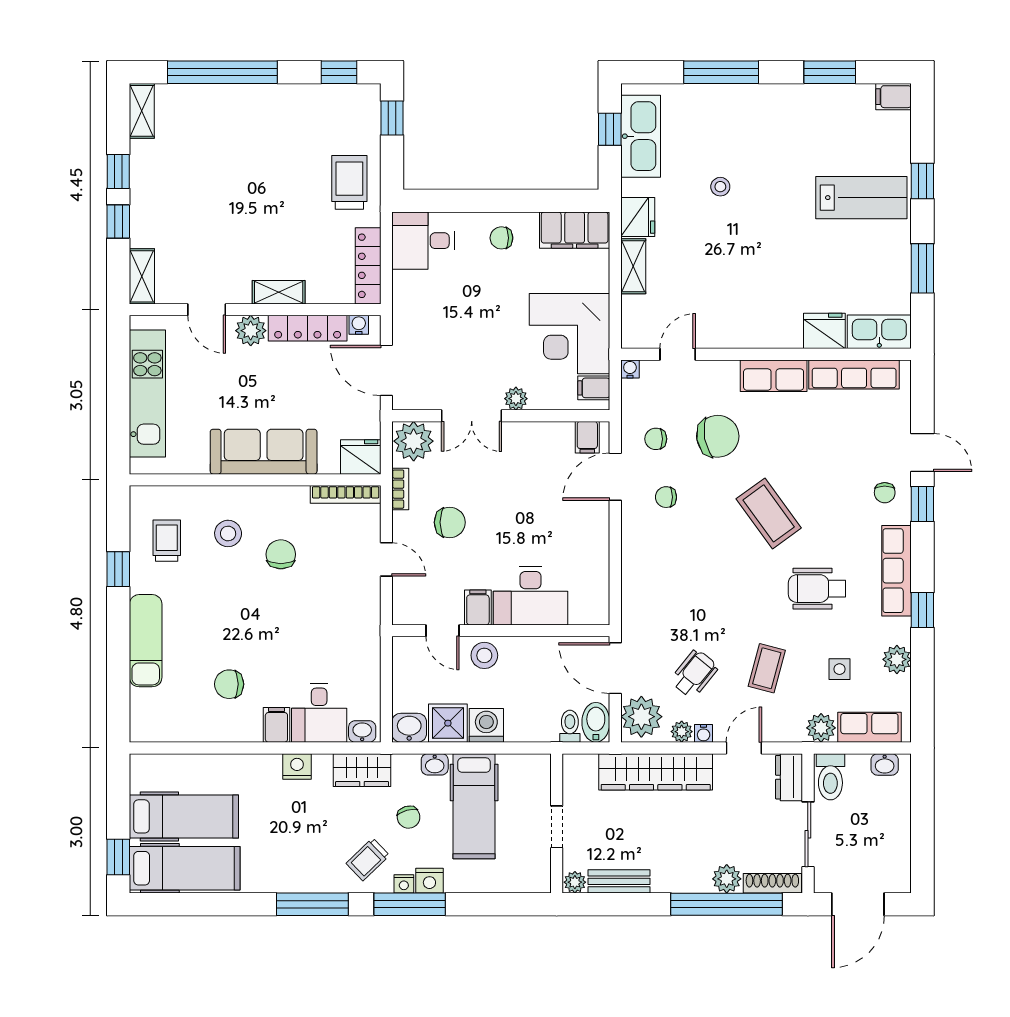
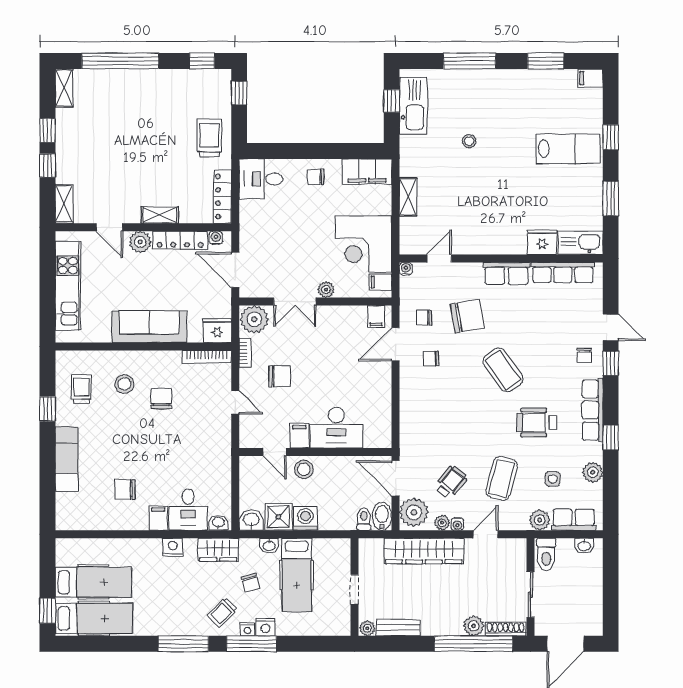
fridge: (638, 217) -> (411, 162), removed
coffee table: (767, 668) -> (502, 478), width x1.36, depth x1.30
dresser: (789, 777) -> (517, 555), removed

